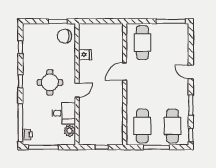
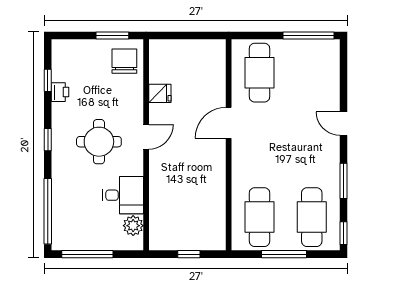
chair: (65, 36) -> (124, 61), turned 90
door: (77, 90) -> (146, 137), moved
printer: (27, 134) -> (60, 92), moved

